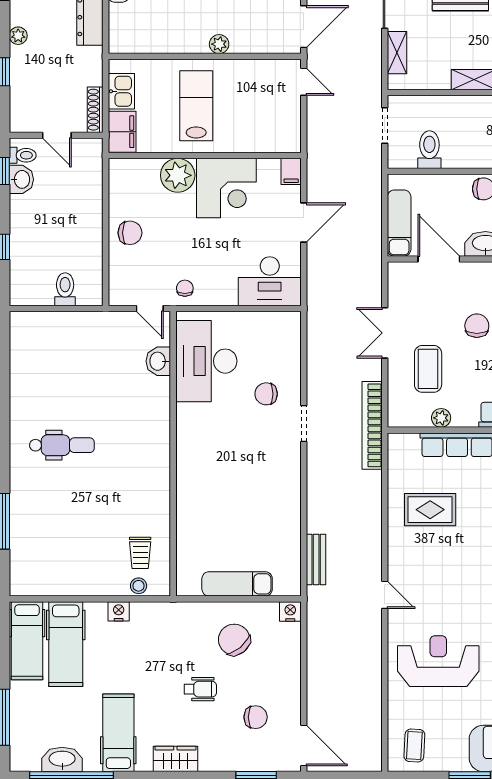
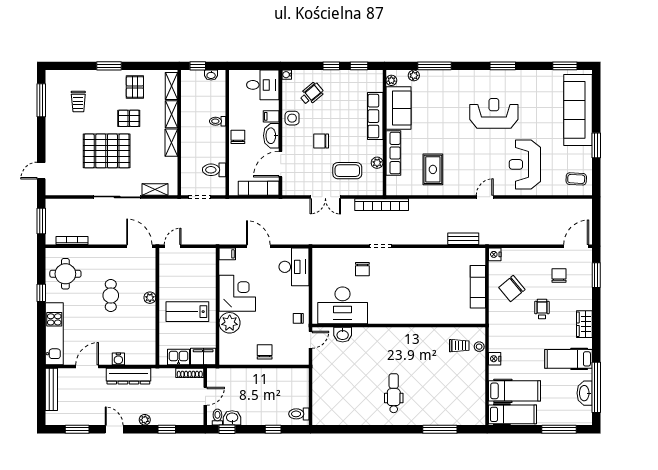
toilet: (65, 289) -> (299, 414), moved

